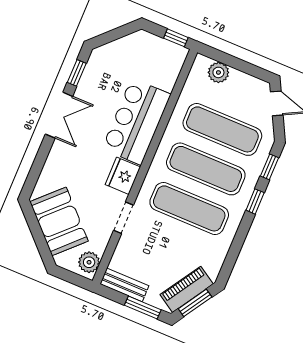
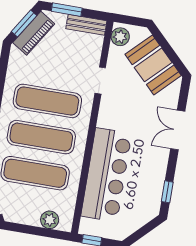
double door: (59, 115) -> (178, 130), moved
bar counter: (136, 122) -> (106, 175), width x1.36
fridge: (123, 176) -> (109, 115), removed

